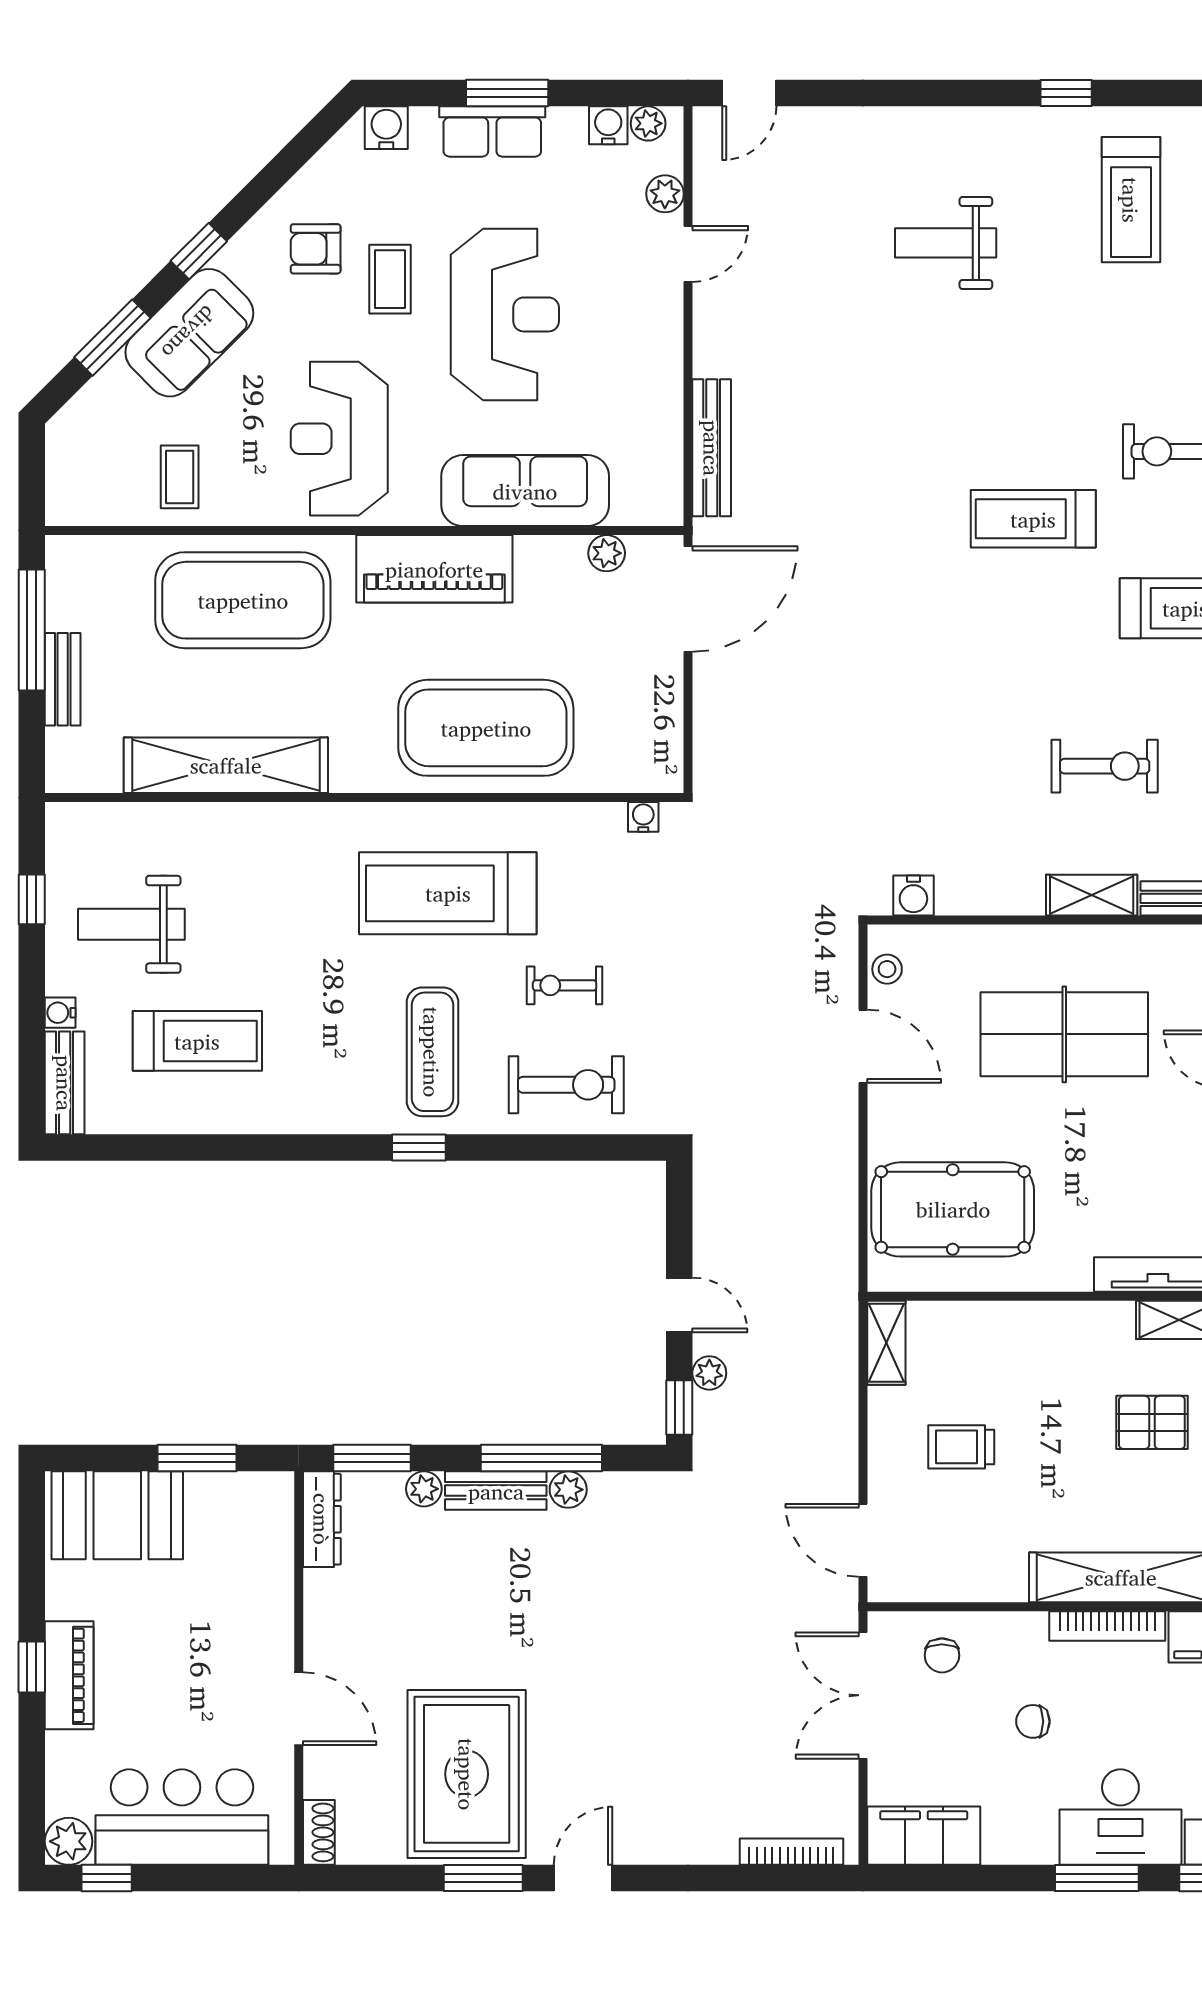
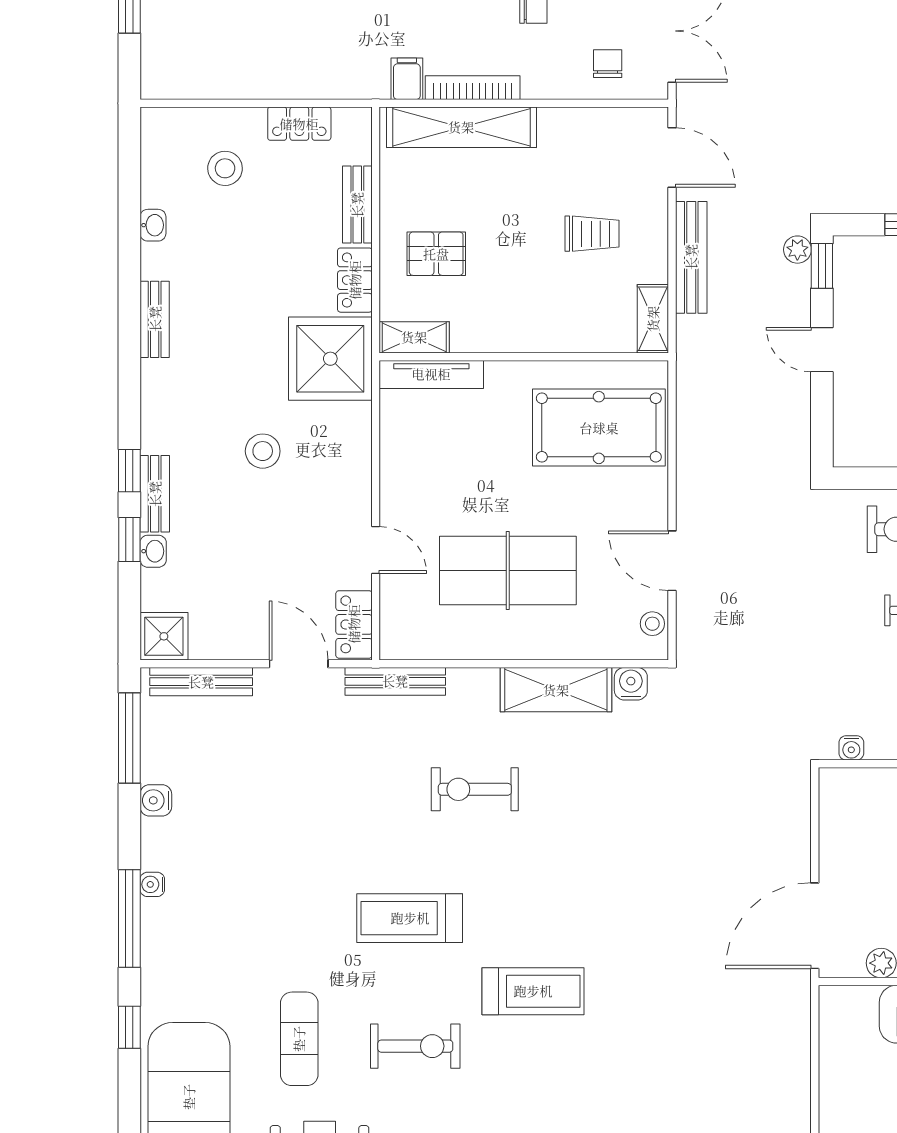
bench: (712, 448) -> (691, 257), moved
shelving: (1092, 895) -> (556, 690), moved, width x1.50, depth x1.33
plant: (709, 1373) -> (797, 250), moved

